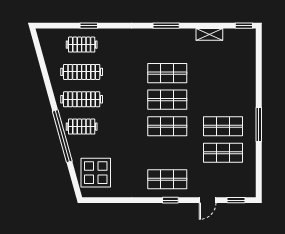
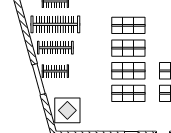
clothes rail: (82, 72) -> (55, 24), width x1.37, depth x1.31
window: (62, 136) -> (39, 79), width x0.68
shop shelf: (167, 179) -> (128, 93), moved

